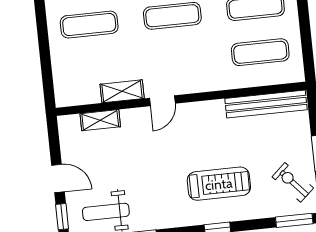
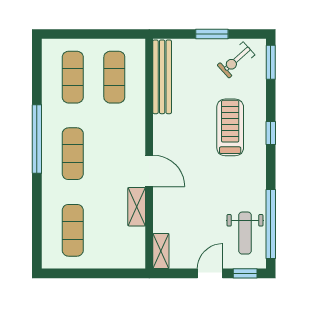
door: (162, 101) -> (149, 171), width x1.38
shelving: (100, 120) -> (161, 251), moved

